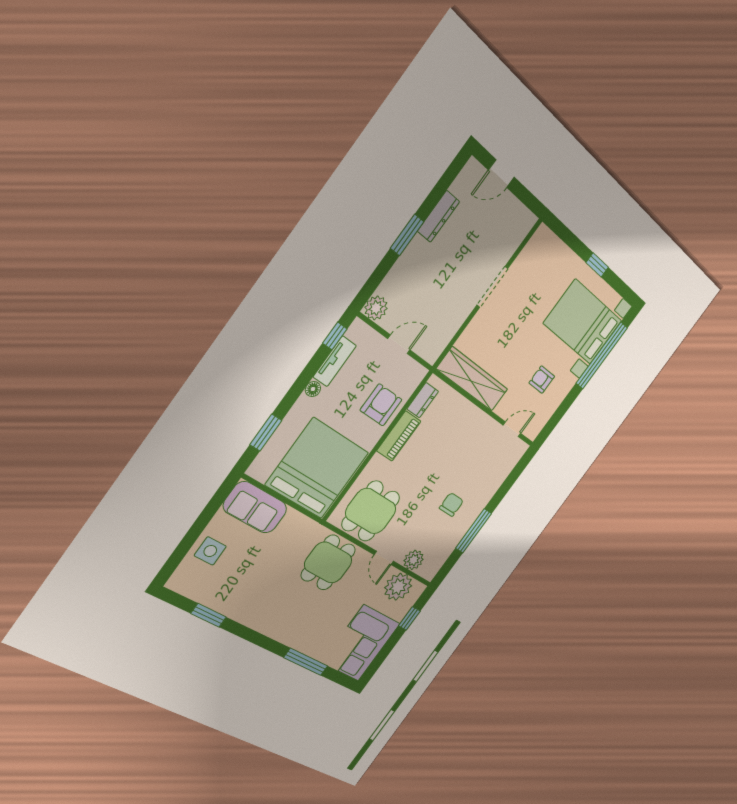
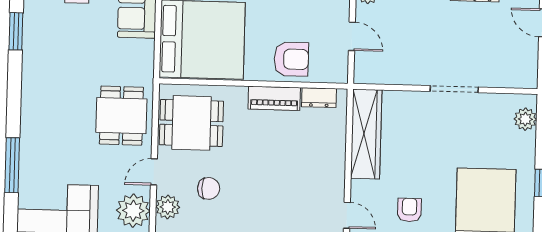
plant: (551, 245) -> (525, 119), added
chair: (451, 505) -> (209, 188), moved
dining table: (328, 563) -> (121, 116), turned 90

